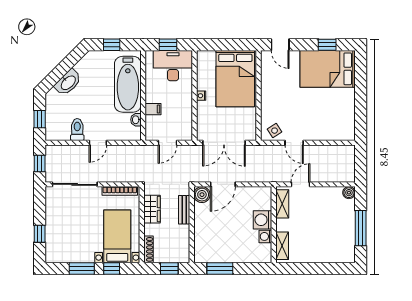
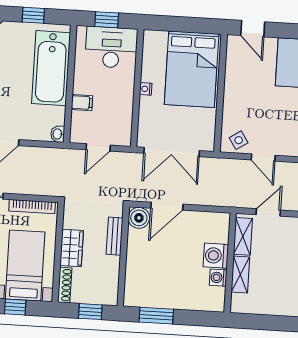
washbasin: (136, 120) -> (58, 134), moved
wardrobe: (152, 209) -> (72, 248), moved
shelving: (282, 246) -> (240, 274), moved

